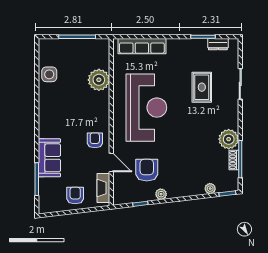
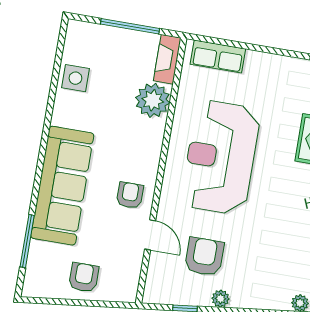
row of seats: (142, 46) -> (218, 57), width x0.68
reception desk: (146, 108) -> (221, 157), turned 180
sofa: (49, 158) -> (62, 186), width x1.85, depth x1.27
fireplace: (103, 188) -> (167, 59), moved

